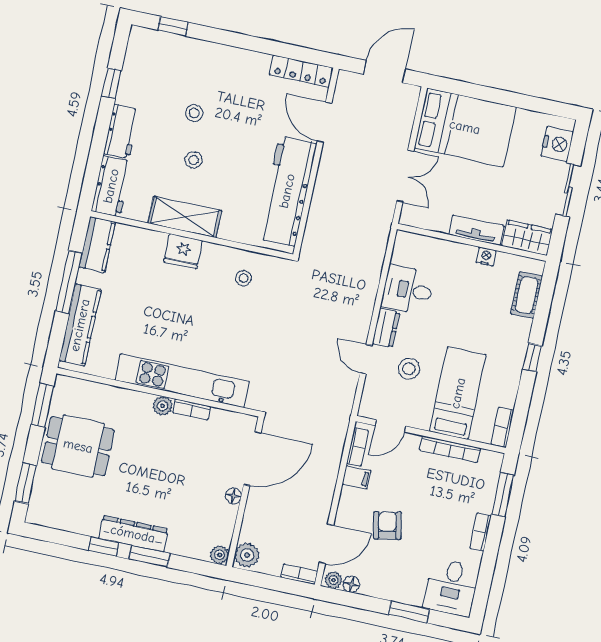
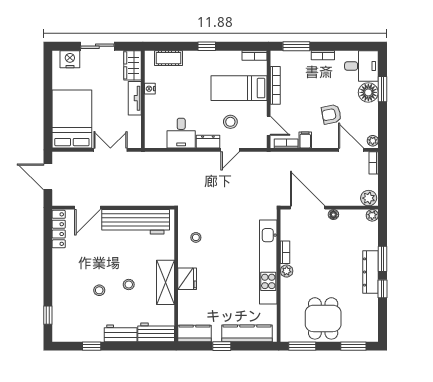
window: (69, 282) -> (222, 346), width x0.46
floor lamp: (351, 584) -> (368, 92), moved, width x1.89, depth x1.89

